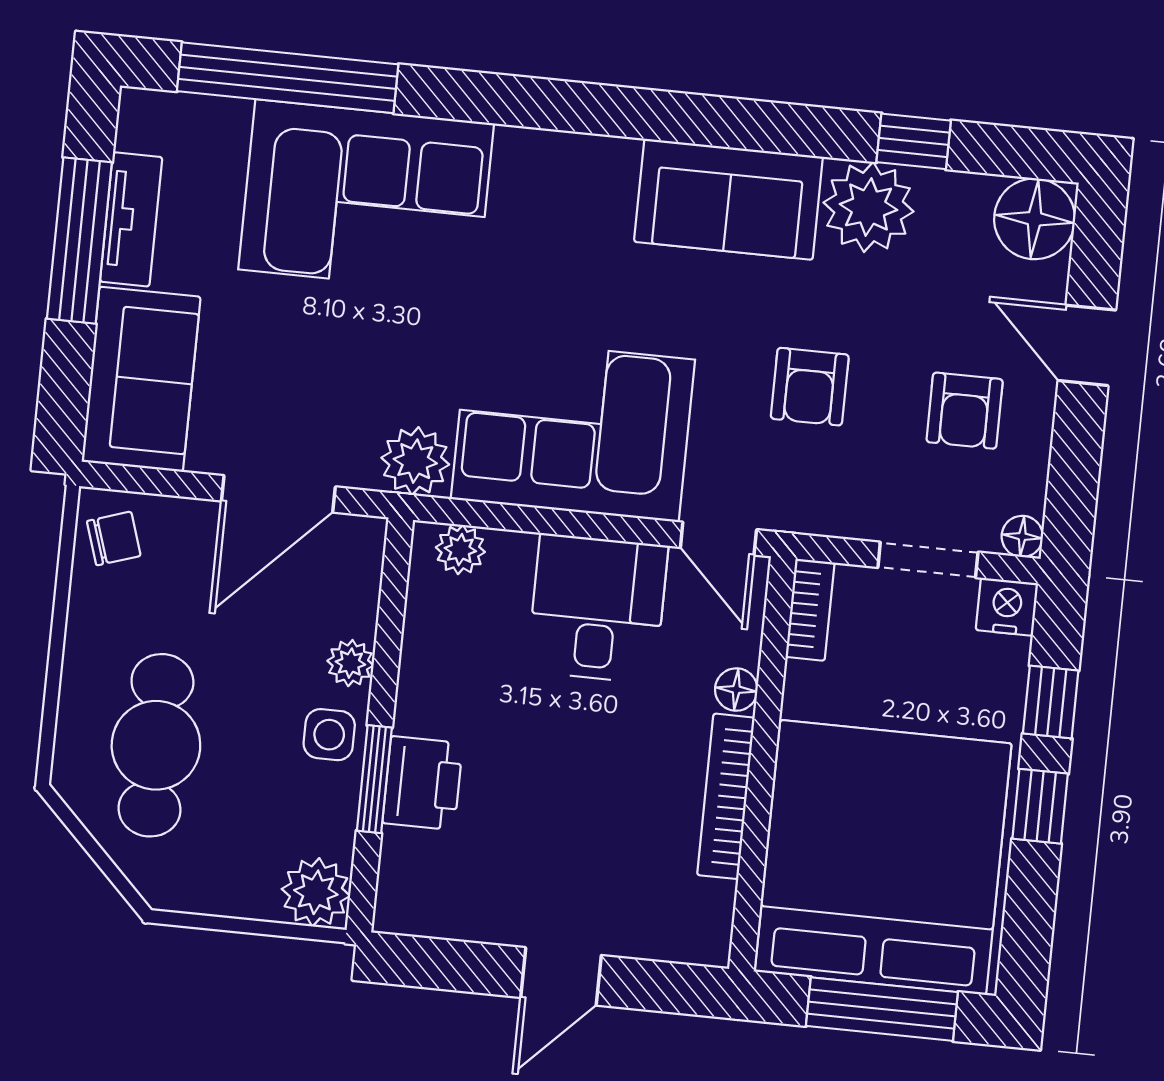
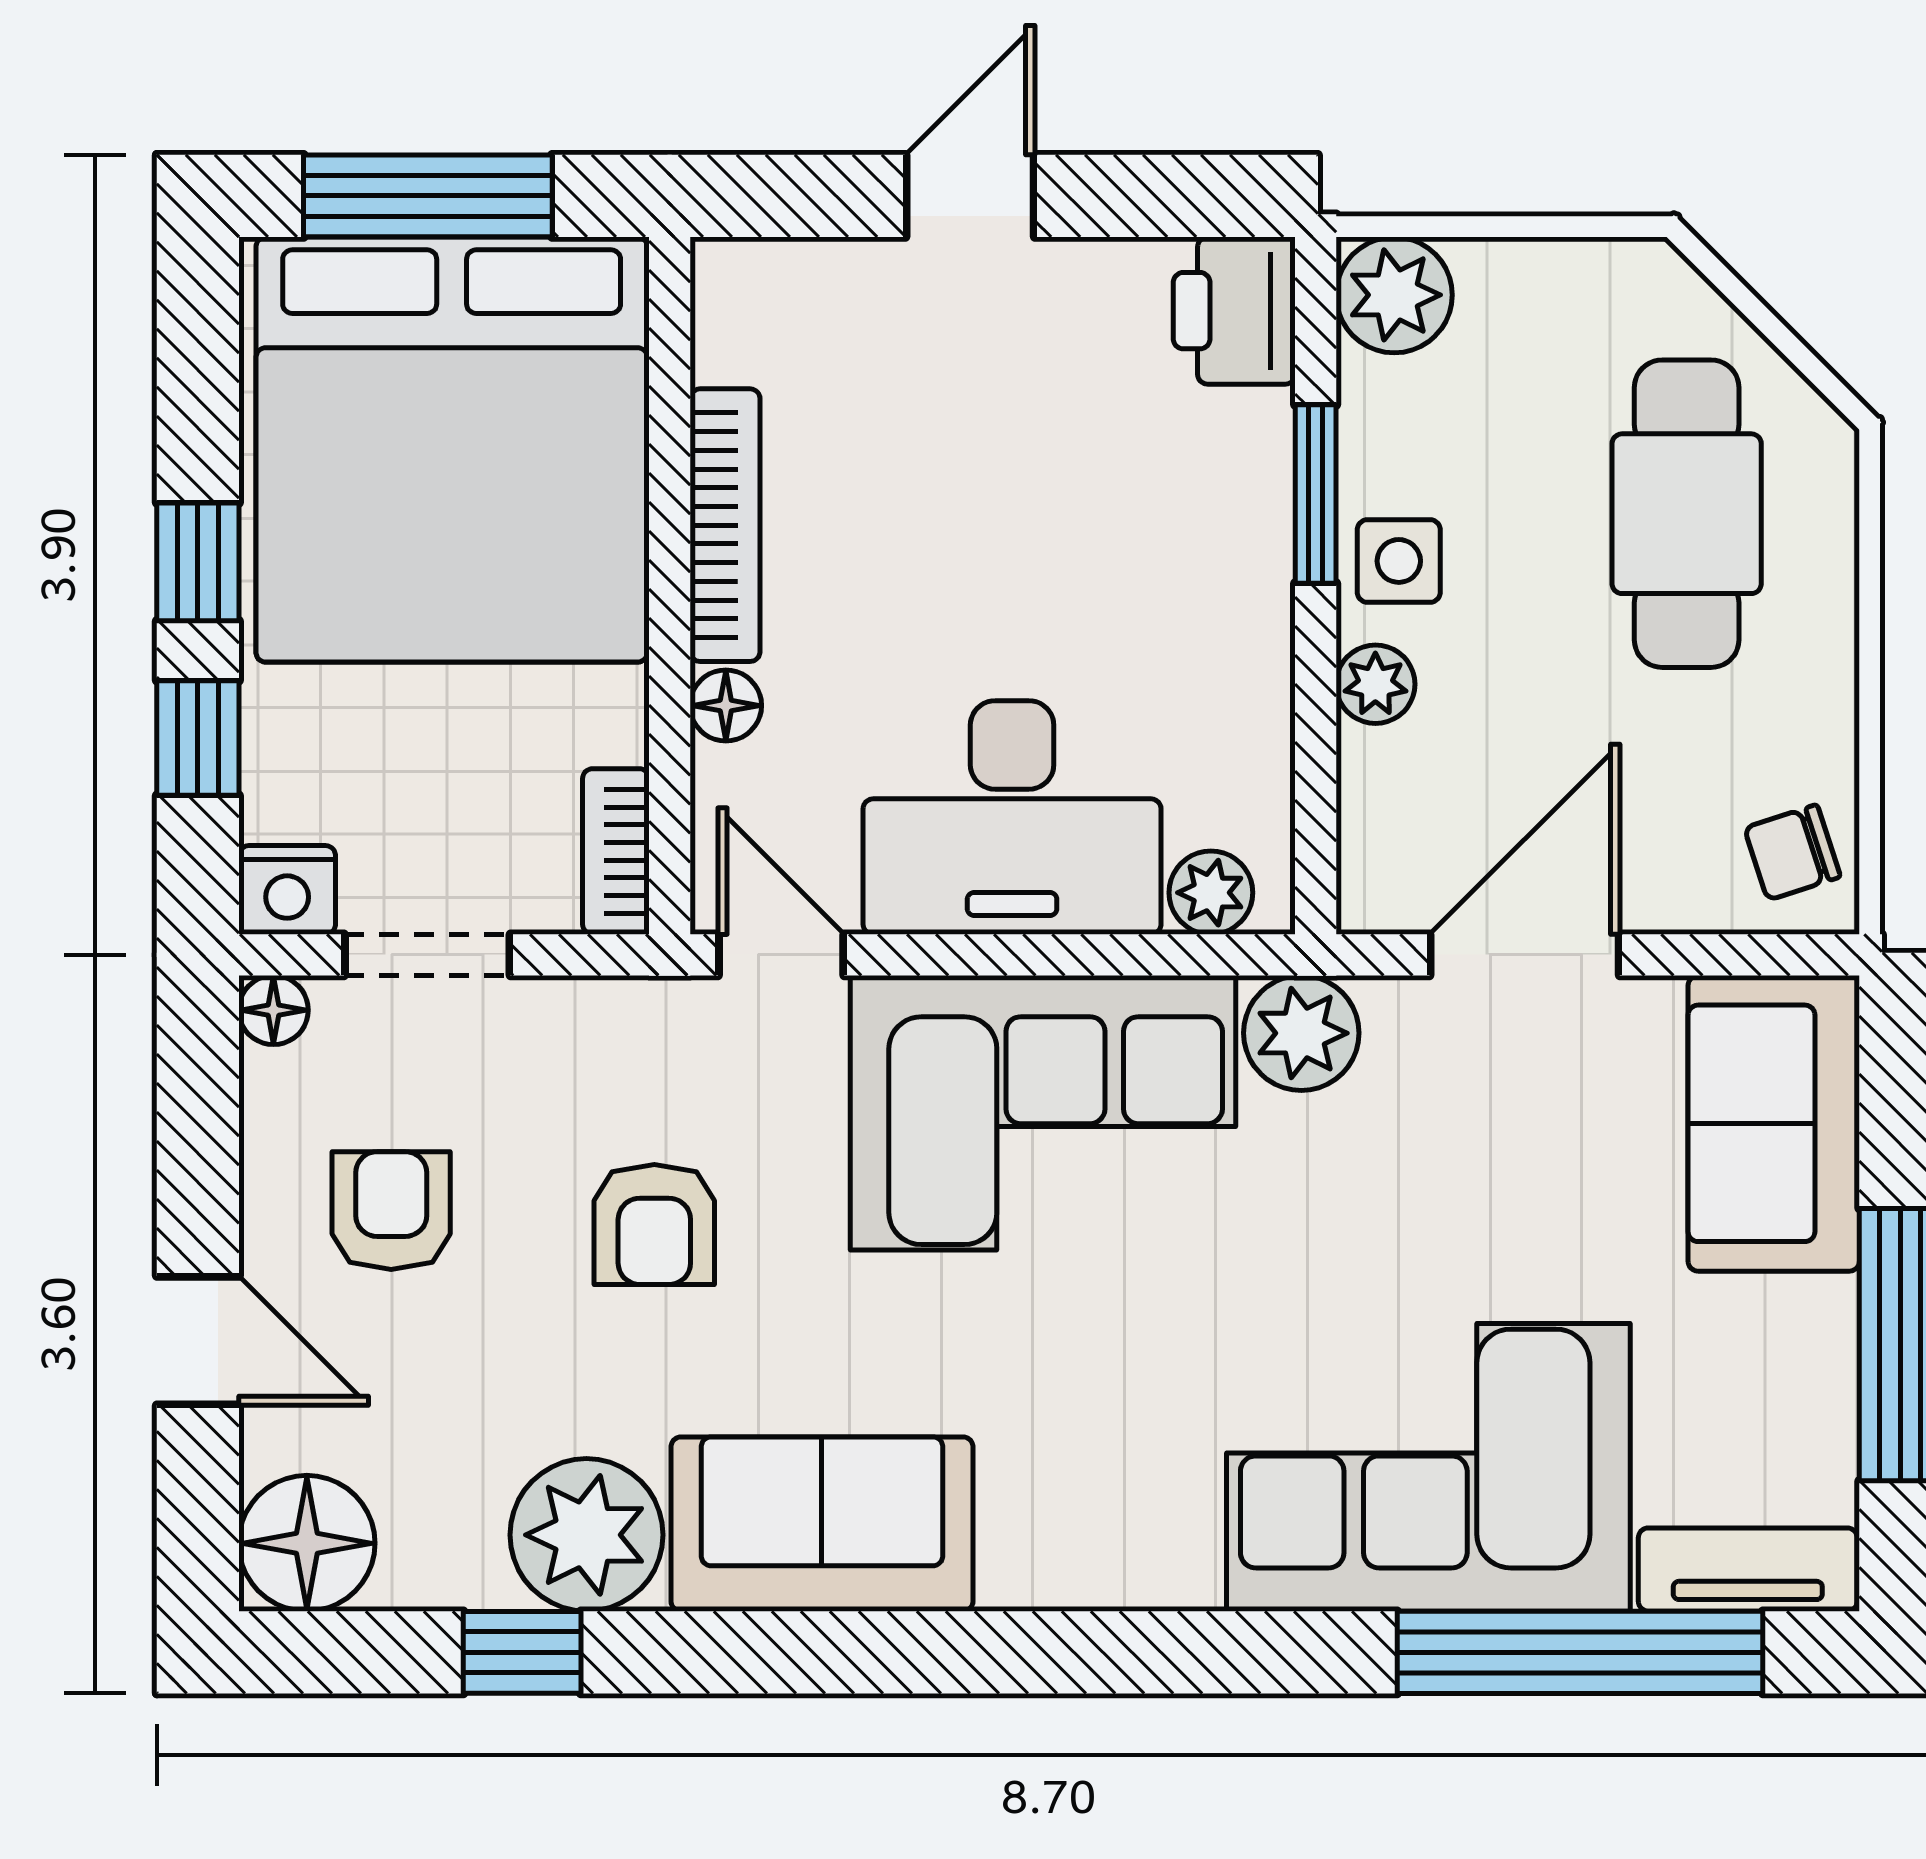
tv unit: (131, 219) -> (1748, 1570), moved, turned 90
armchair: (810, 387) -> (654, 1224), turned 180
desk: (597, 608) -> (1012, 817), width x1.37
printer: (423, 783) -> (1234, 311), moved

